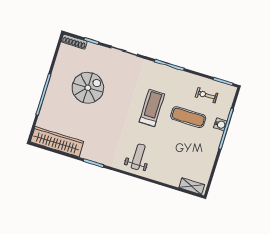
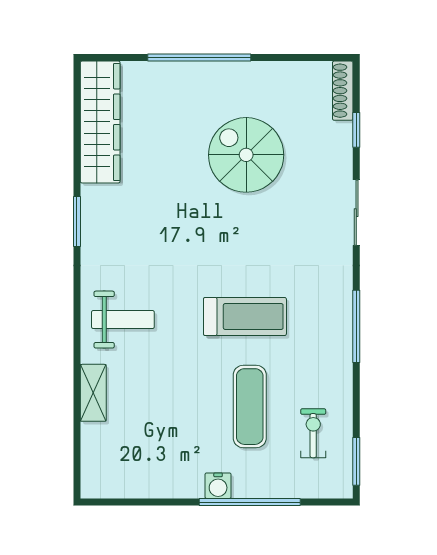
spiral stairs: (88, 88) -> (246, 155), turned 180
water cooler: (220, 124) -> (218, 486), moved
shelving: (192, 186) -> (93, 393), moved

